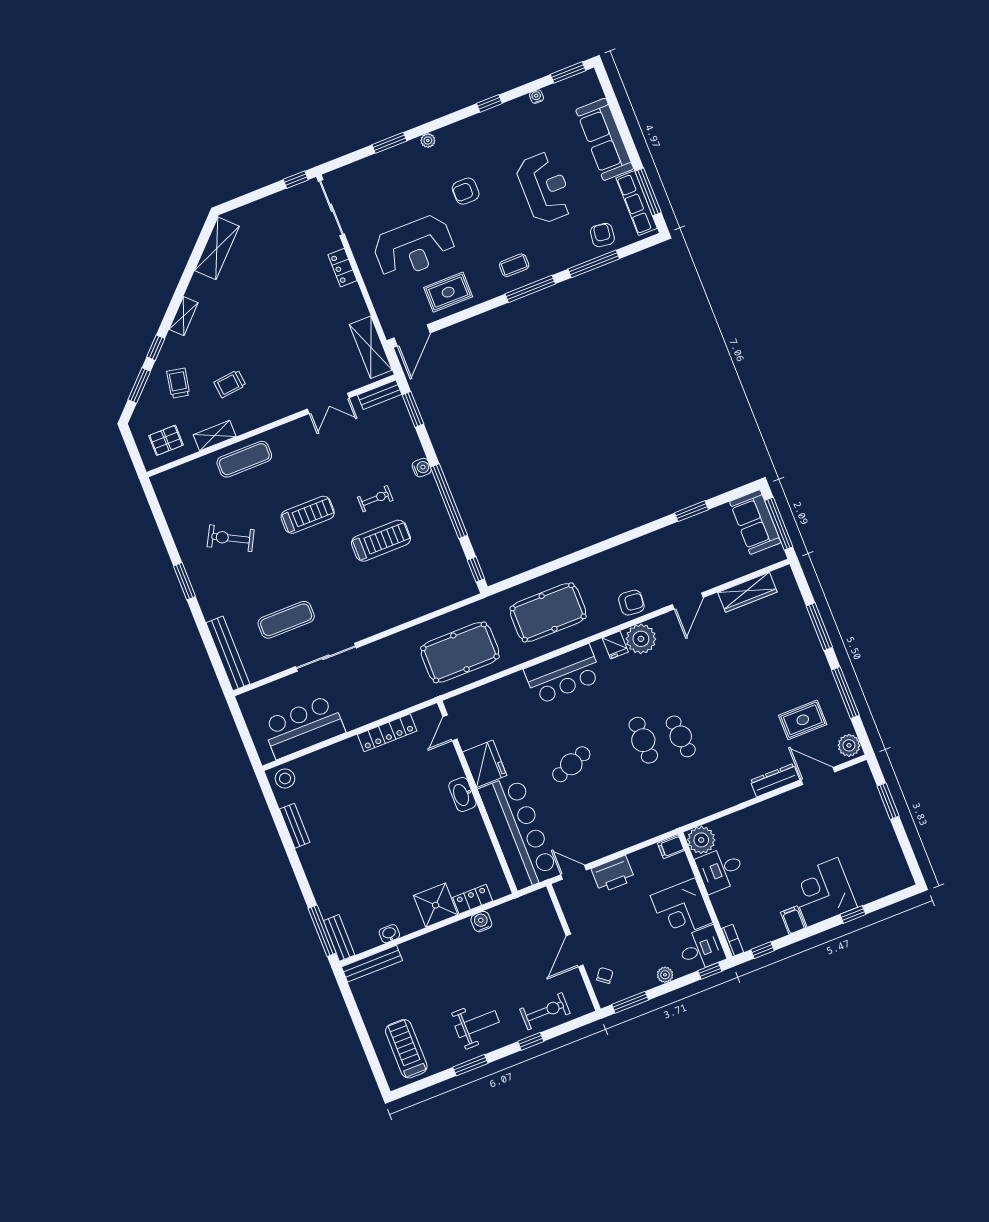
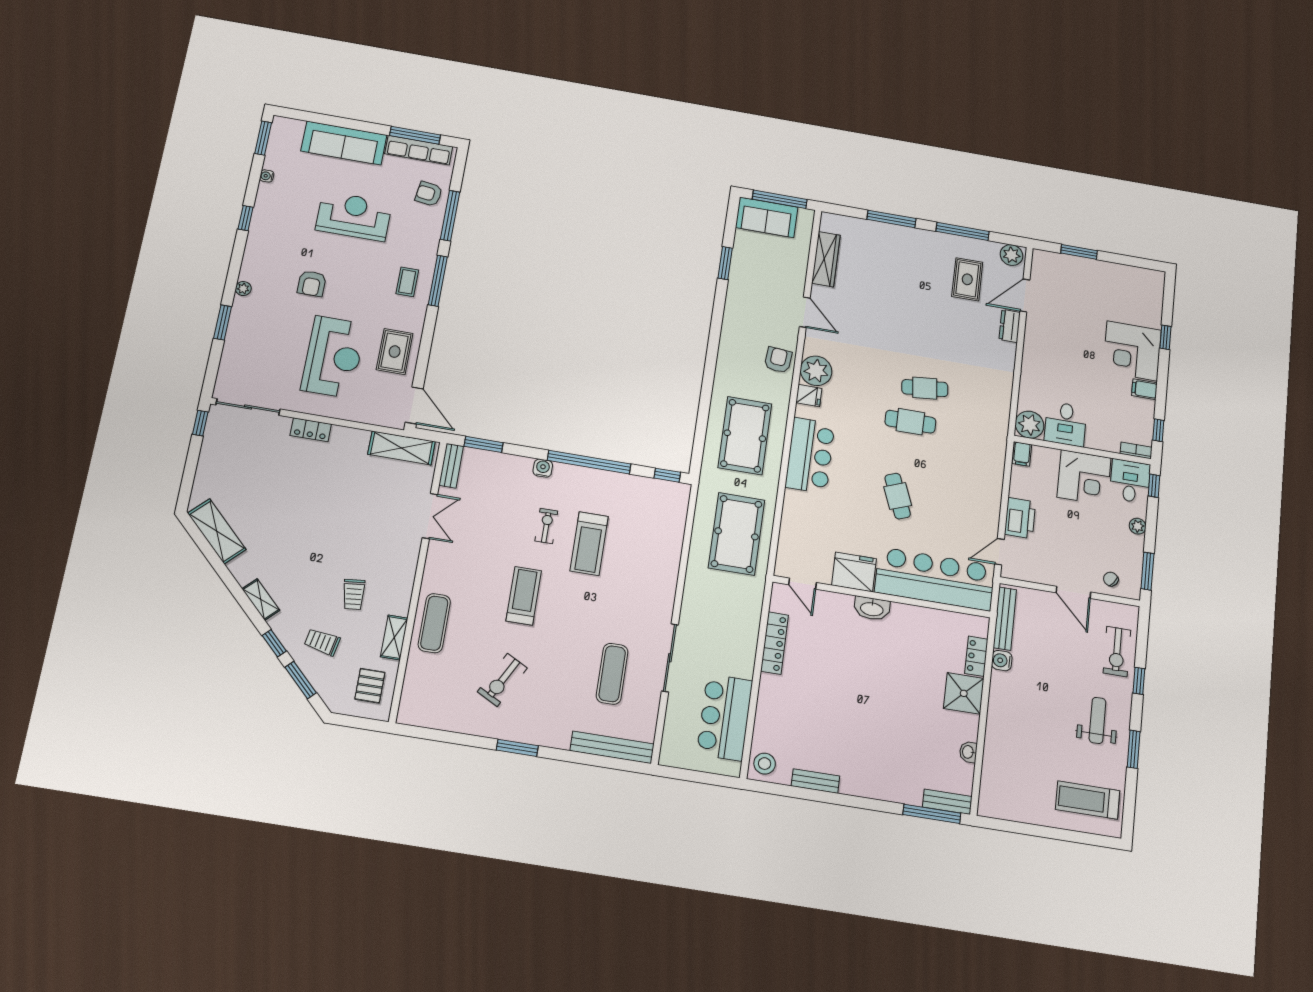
treadmill: (381, 541) -> (589, 544), turned 180
dresser: (775, 780) -> (1010, 326), width x0.70
bench: (372, 964) -> (1005, 619), moved
exercise bike: (545, 1011) -> (1117, 652), turned 180

